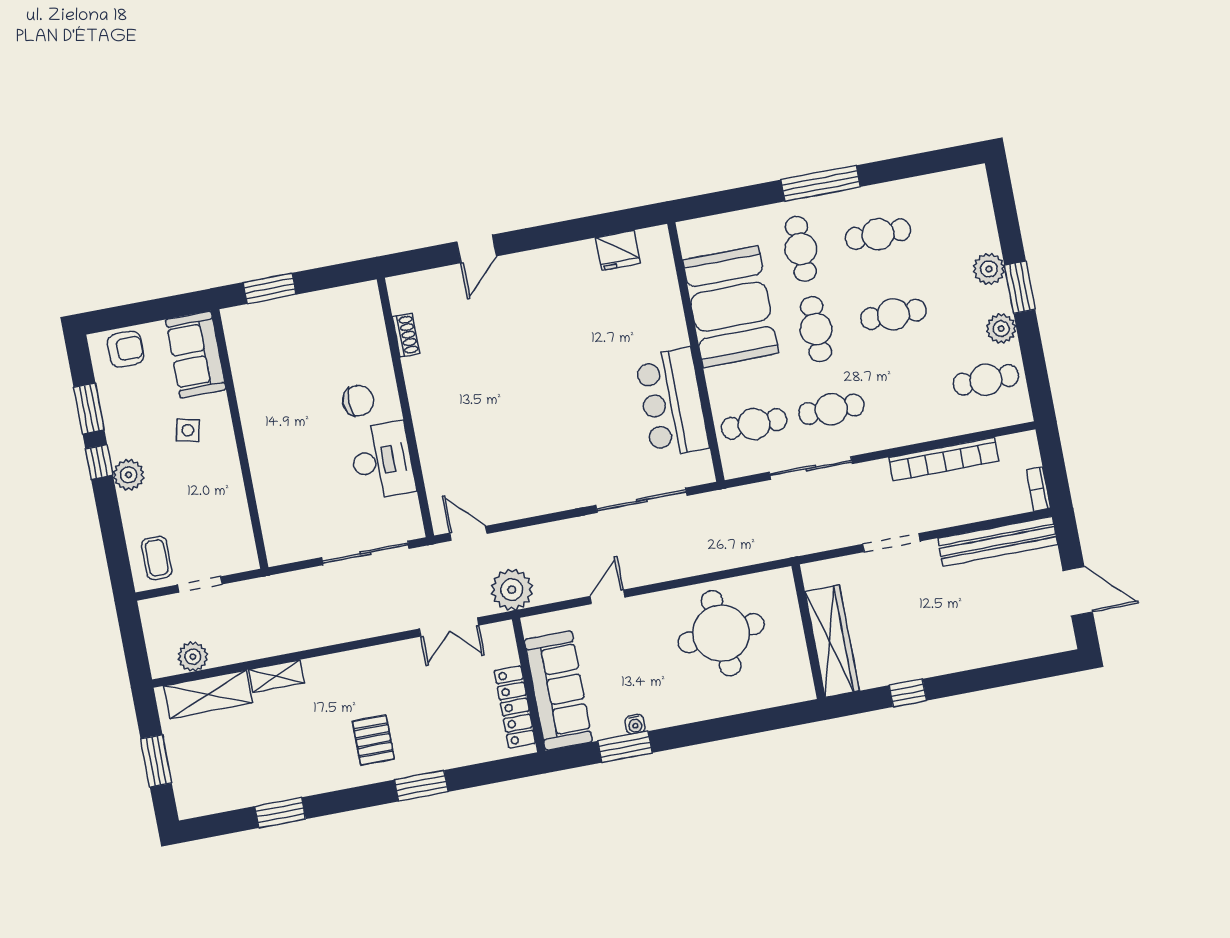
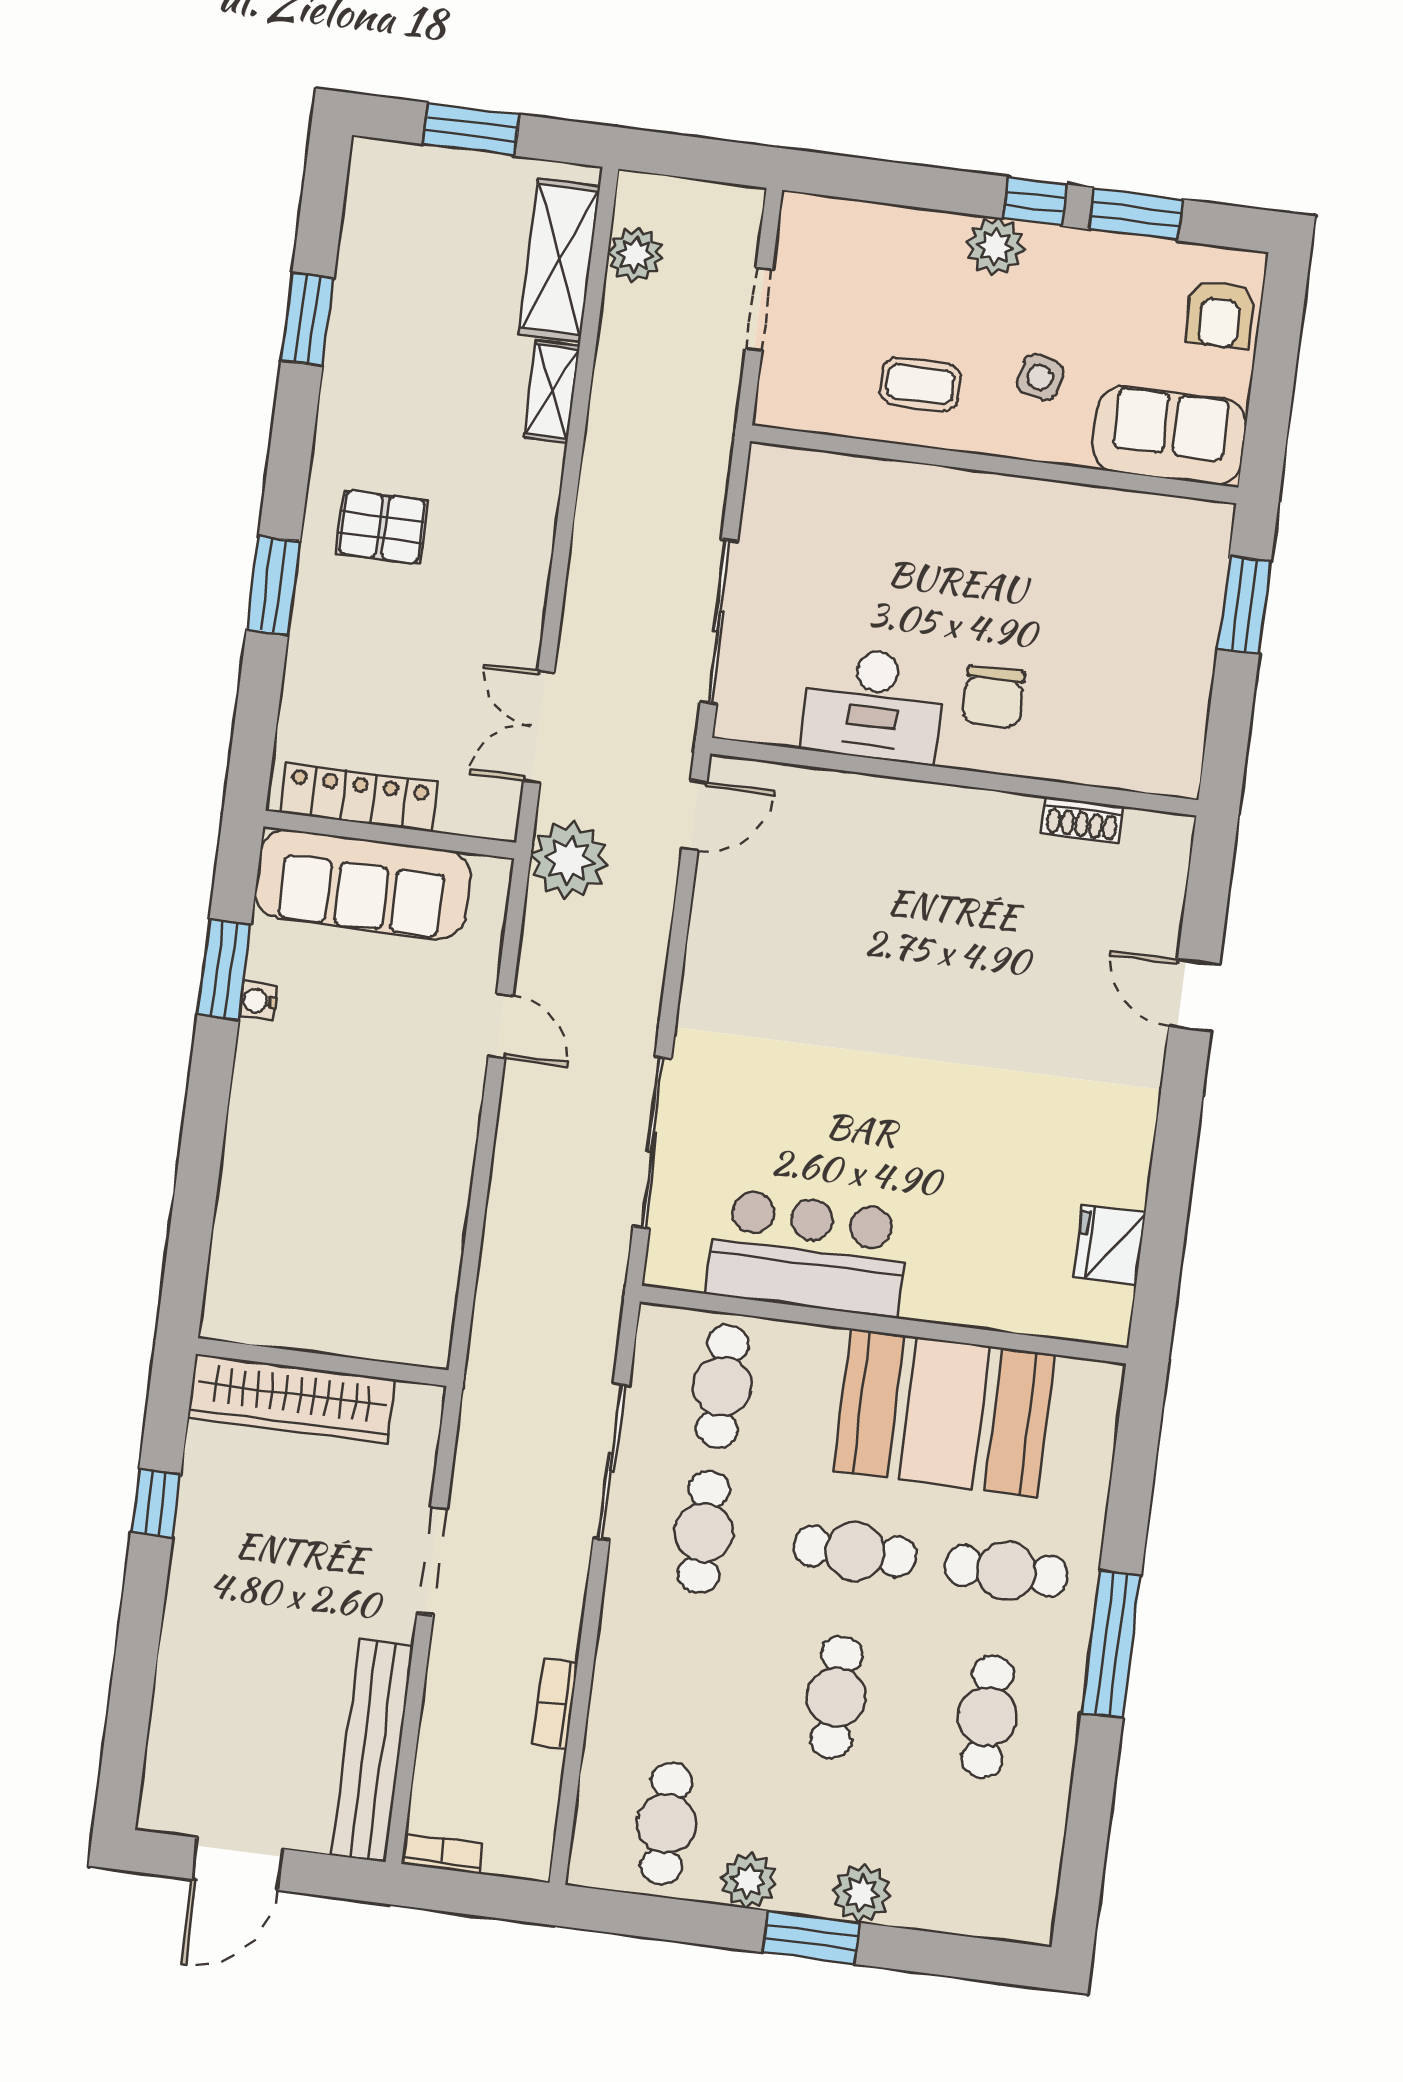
bookcase: (944, 459) -> (555, 1703), width x0.43, depth x0.76
coffee table: (157, 558) -> (920, 384), moved
round table: (721, 633) -> (370, 1206), removed

